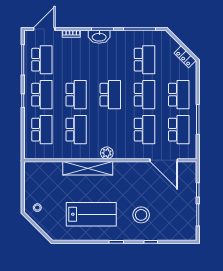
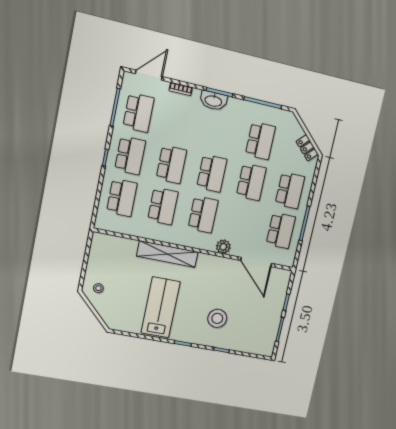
school desk: (145, 130) -> (203, 214), moved
plant: (107, 153) -> (223, 247), moved
lab bench: (91, 214) -> (161, 307), turned -90

